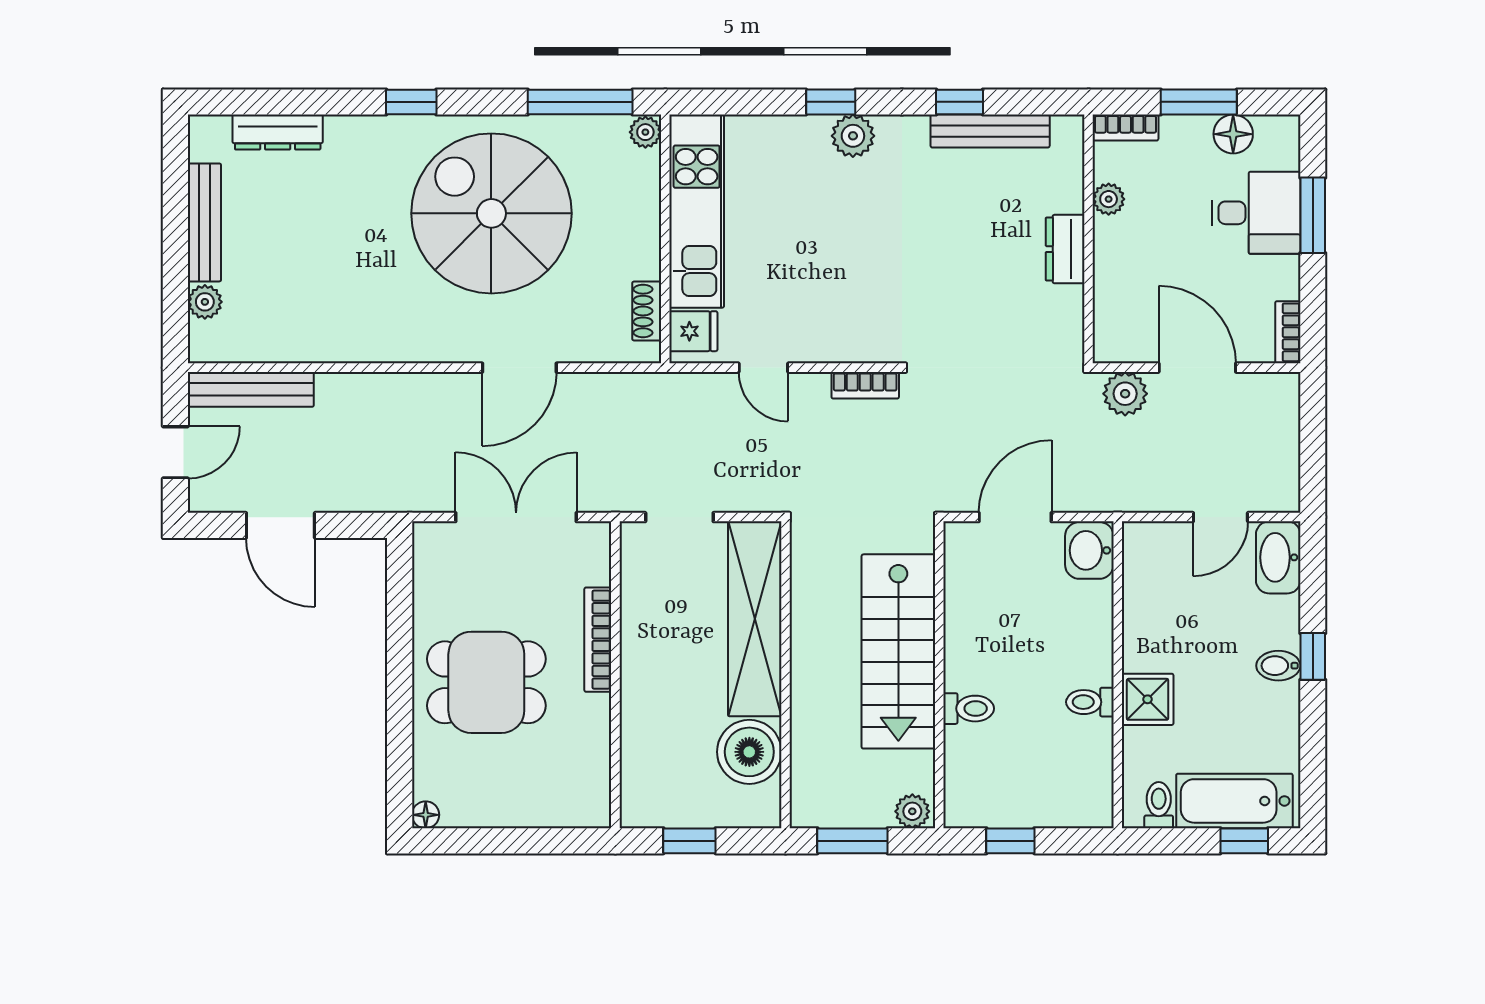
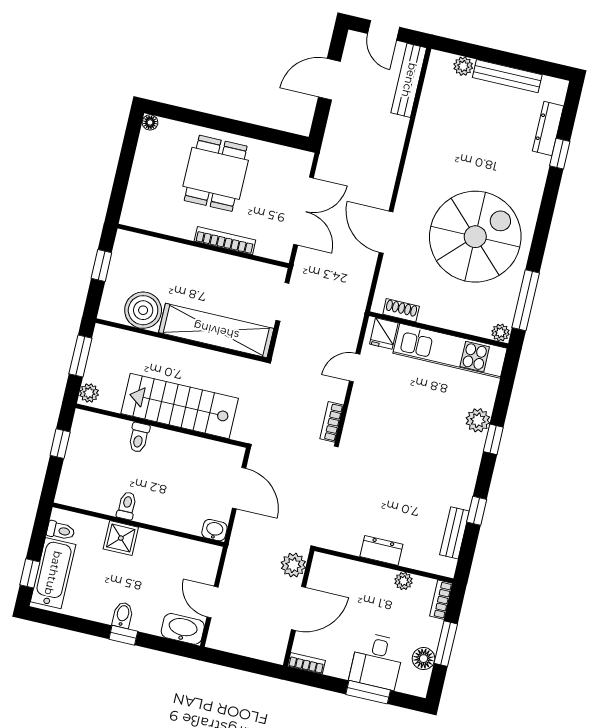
window: (411, 102) -> (560, 154), moved
bench: (990, 131) -> (455, 533), width x0.73
plant: (853, 136) -> (478, 420), moved
washbasin: (1089, 550) -> (214, 530), width x0.72, depth x0.69

